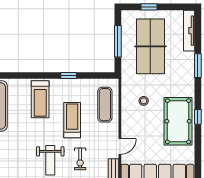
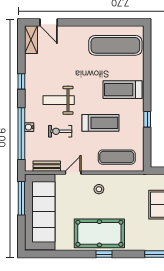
stool: (144, 101) -> (99, 189), moved
door: (120, 146) -> (73, 173), swing flipped

